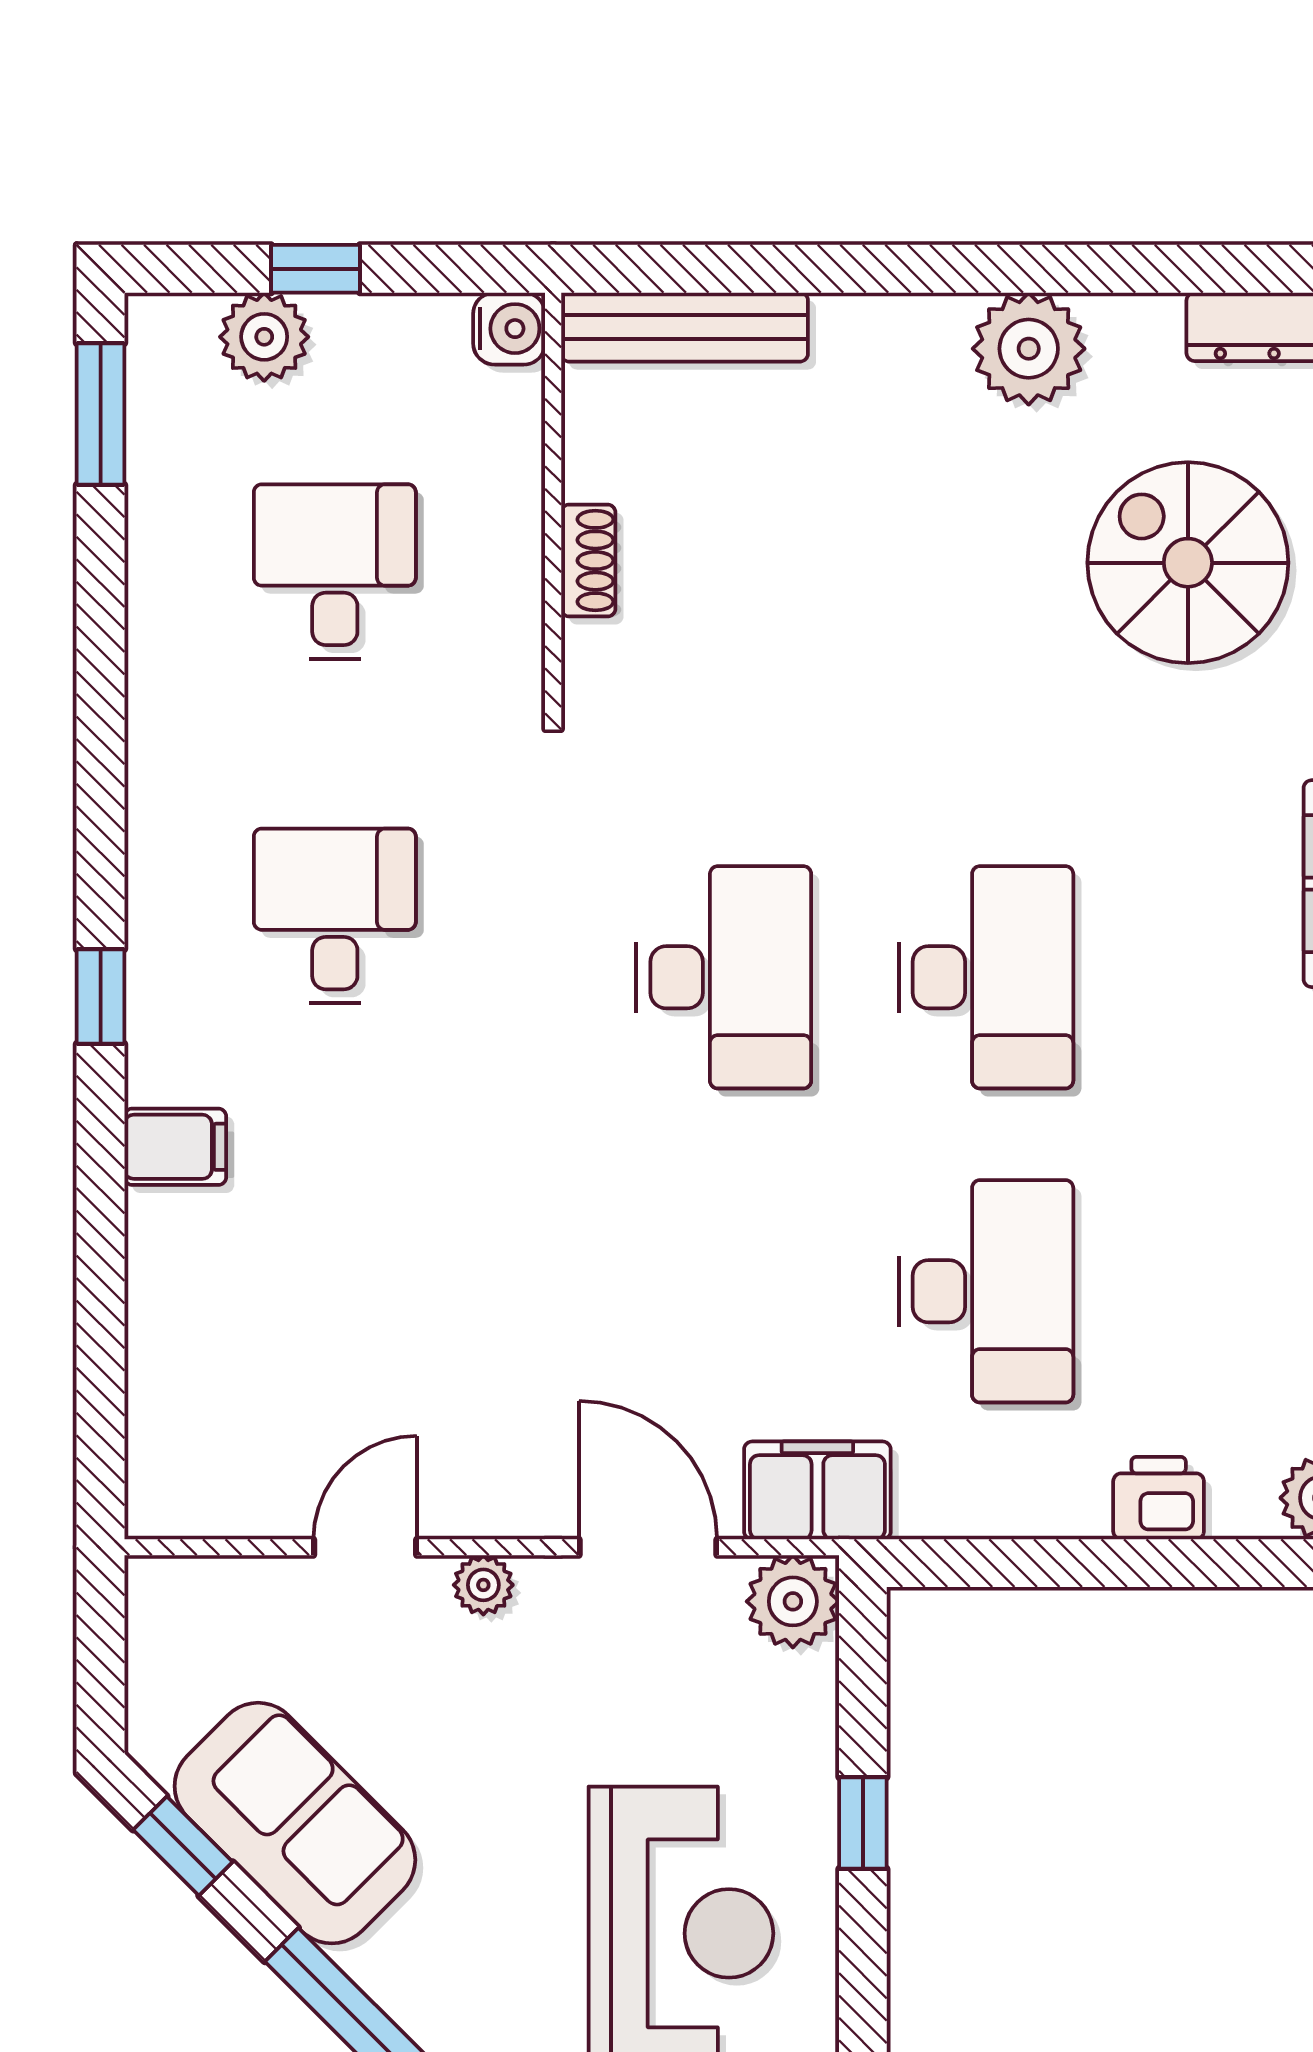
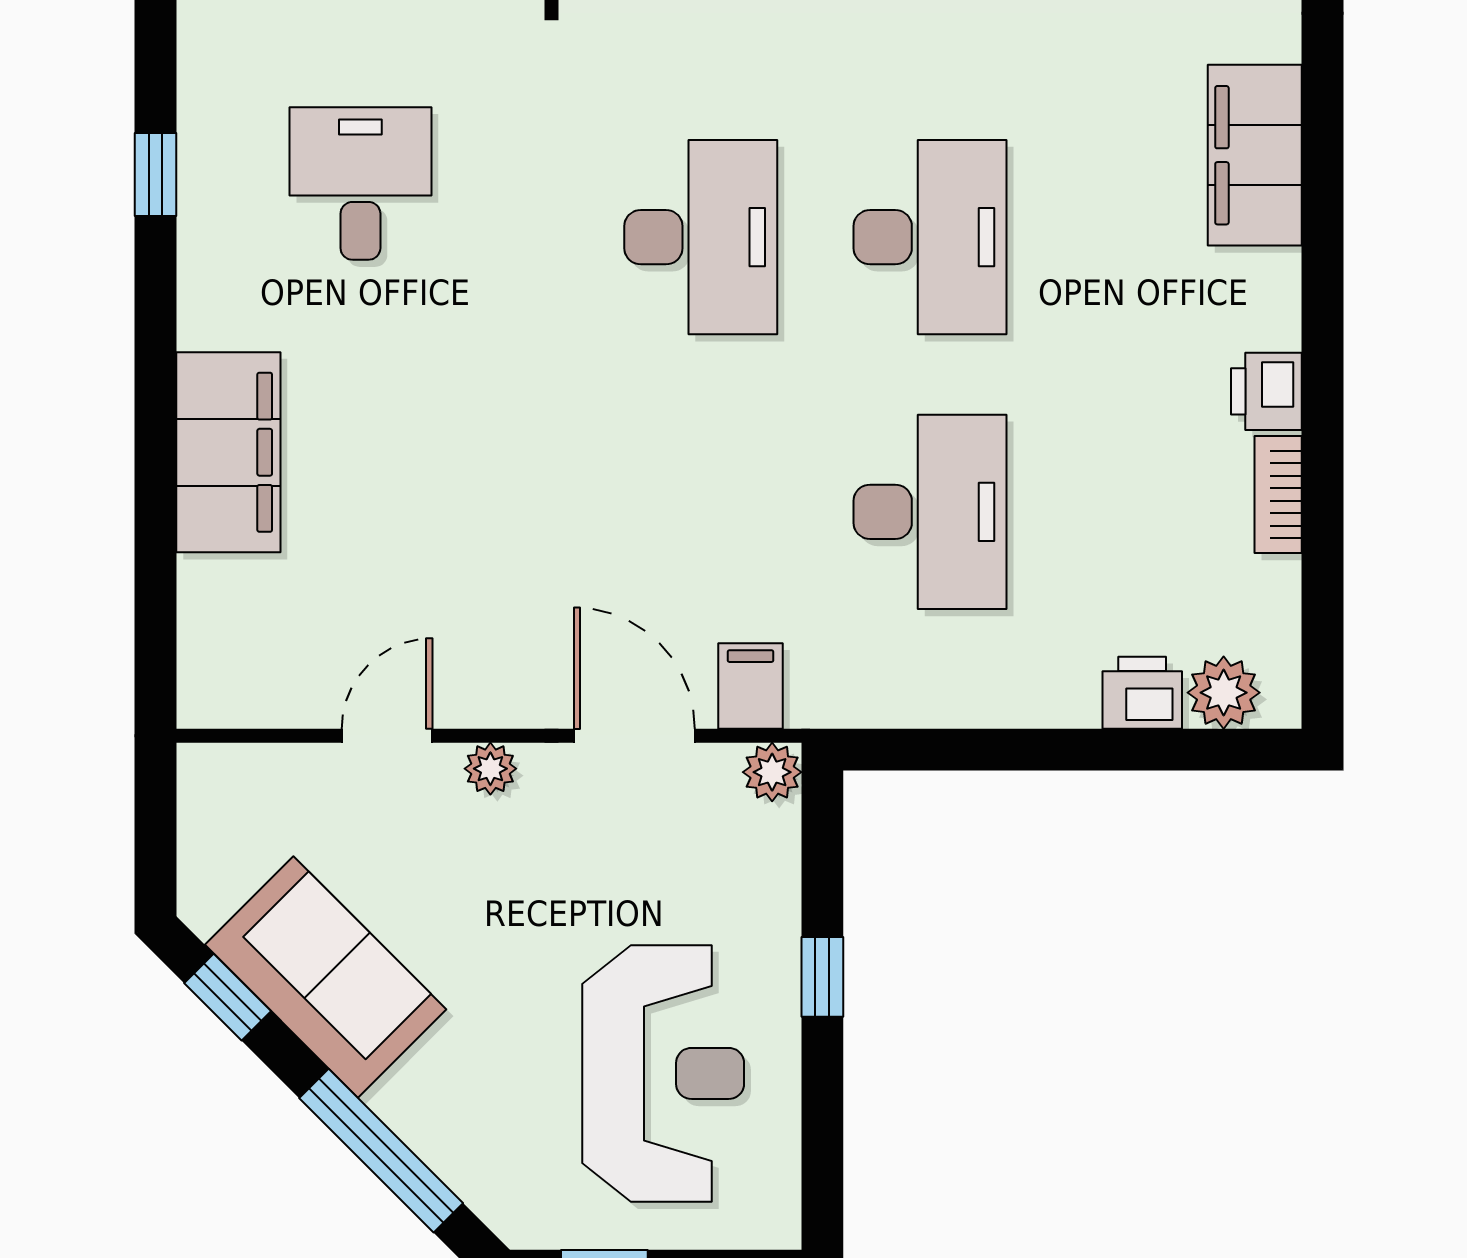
window: (101, 996) -> (156, 175), moved
filing cabinet: (175, 1147) -> (228, 452), width x3.00, depth x1.17
filing cabinet: (817, 1490) -> (751, 686), width x0.50
printer: (1159, 1498) -> (1142, 693), moved
plant: (793, 1601) -> (772, 772), width x0.73, depth x0.73

